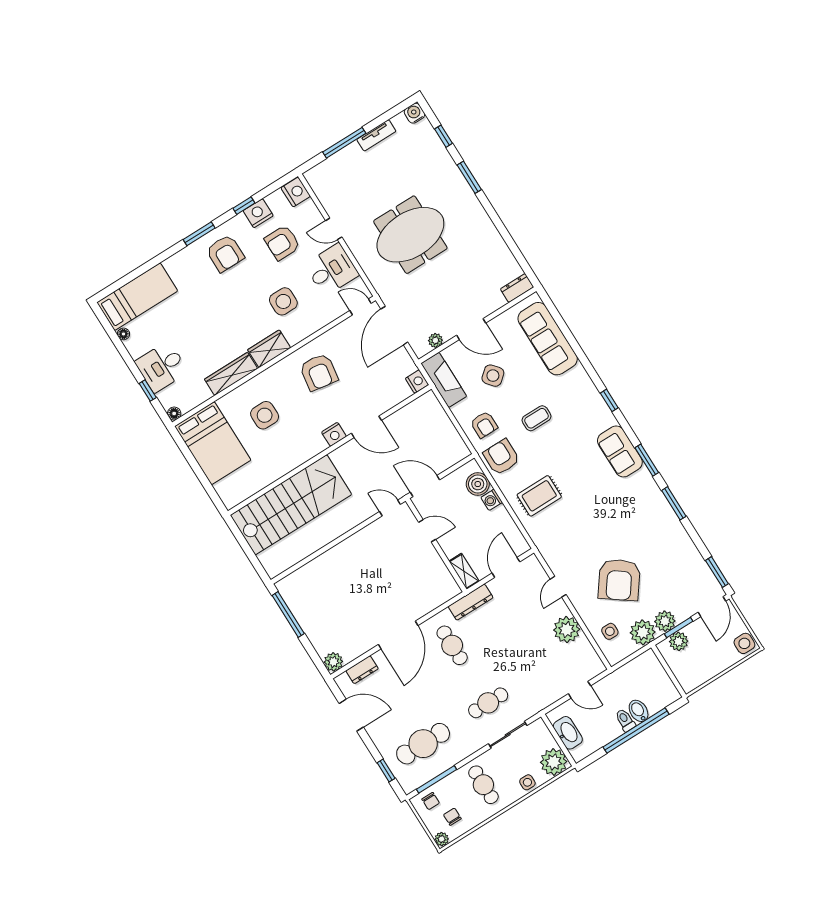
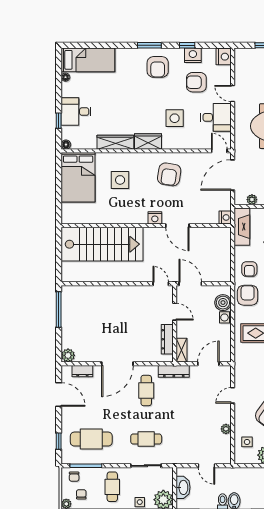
dresser: (439, 569) -> (167, 339), added
plant: (567, 630) -> (226, 429), width x0.53, depth x0.53

